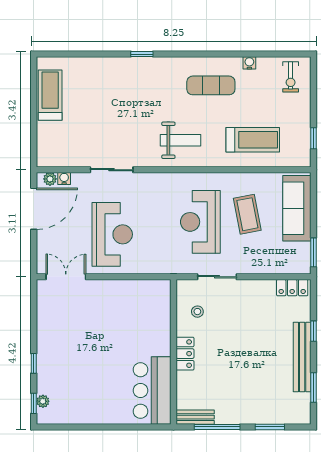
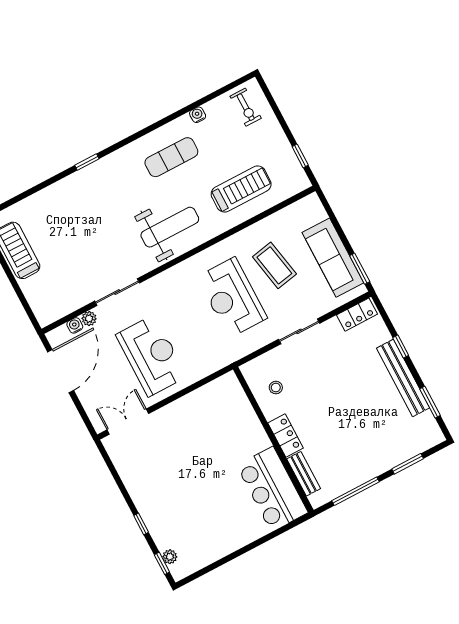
weight bench: (180, 140) -> (170, 227), width x1.36, depth x1.33
plant: (50, 179) -> (89, 319), moved
sofa: (297, 208) -> (333, 258), moved
sliding door: (217, 277) -> (299, 331), moved
bench: (195, 417) -> (304, 474), moved, turned 90

